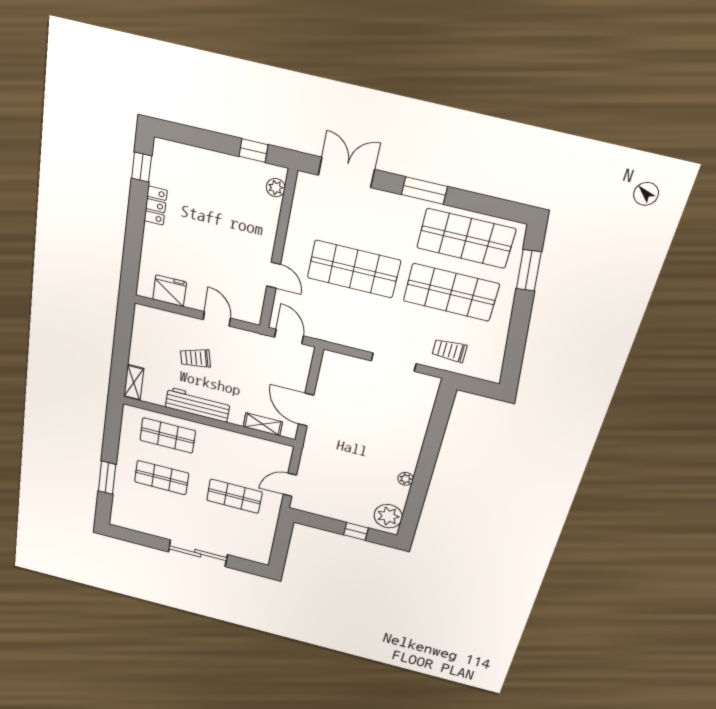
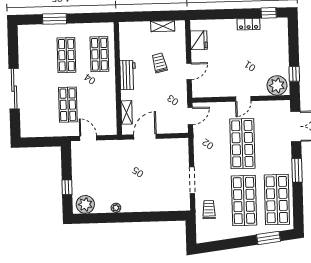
plant: (276, 188) -> (277, 85), width x1.88, depth x1.88
door: (274, 275) -> (243, 99), moved
shelving: (134, 383) -> (163, 26), moved
workbench: (198, 405) -> (128, 75), width x0.73

